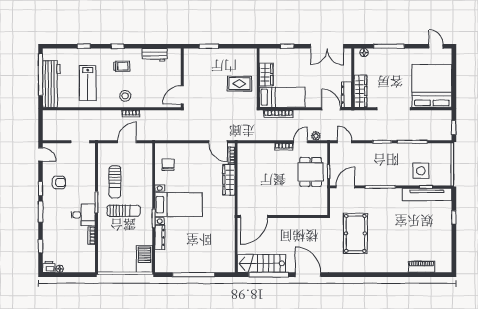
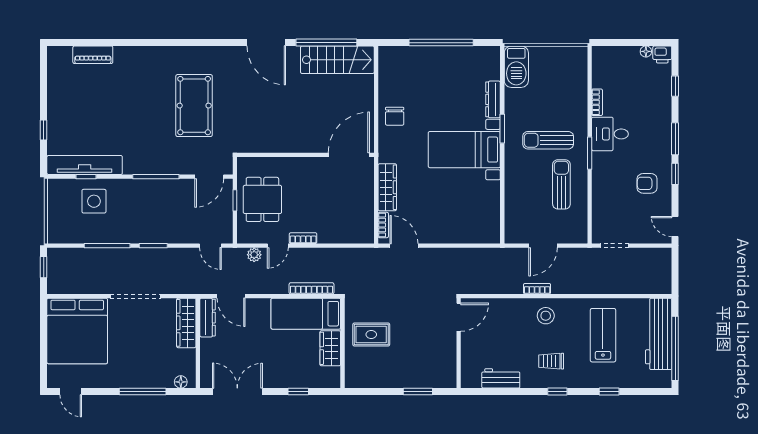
chair: (168, 165) -> (395, 116), moved
door: (254, 217) -> (349, 155), moved
wall: (282, 217) -> (306, 155), moved

